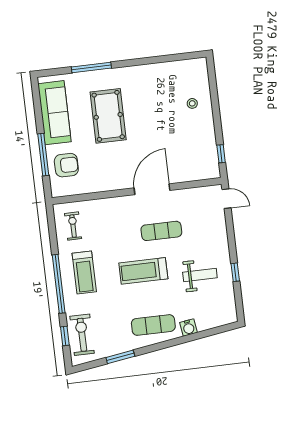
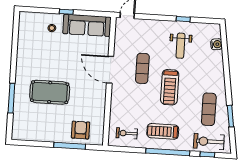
sofa: (55, 113) -> (87, 25), moved, turned 180
window: (221, 154) -> (66, 12), moved
treadmill: (84, 272) -> (163, 131), turned 180
weight bench: (200, 275) -> (180, 46), turned 180
exercise mat: (153, 325) -> (209, 109), moved
water cooler: (188, 328) -> (216, 44), moved

